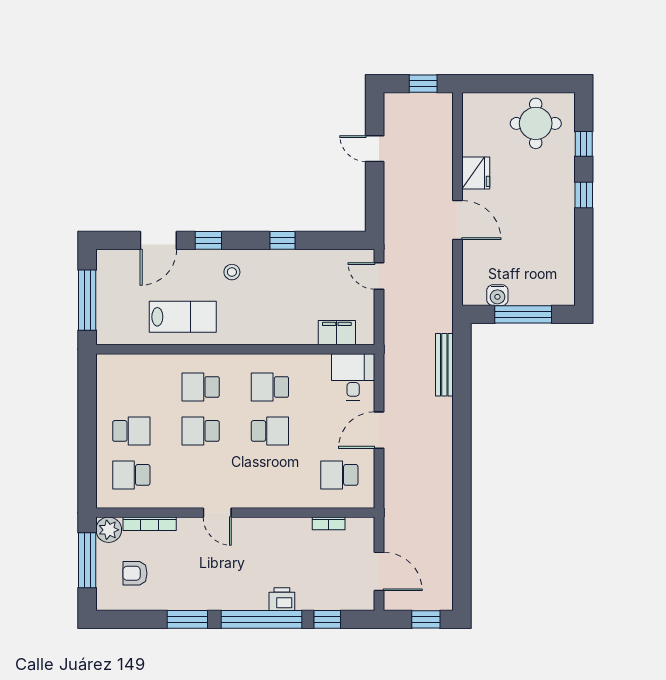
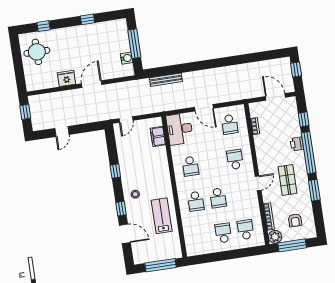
window: (584, 195) -> (88, 19), moved
desk: (353, 377) -> (180, 129), width x1.37
school desk: (270, 431) -> (235, 159), moved
school desk: (131, 475) -> (246, 230), turned 180
shop shelf: (215, 570) -> (287, 180), added
door: (379, 571) -> (275, 97), hinge flipped

